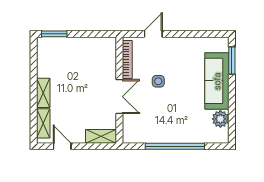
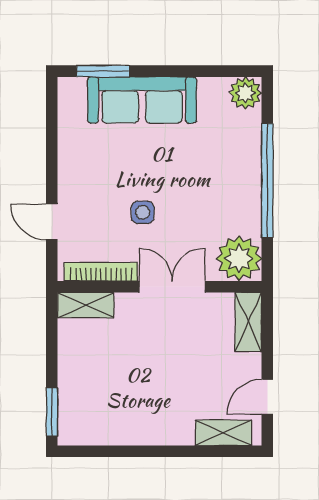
shelving: (43, 93) -> (86, 305), moved
plant: (220, 119) -> (245, 93), moved
plant: (134, 131) -> (239, 258), added

